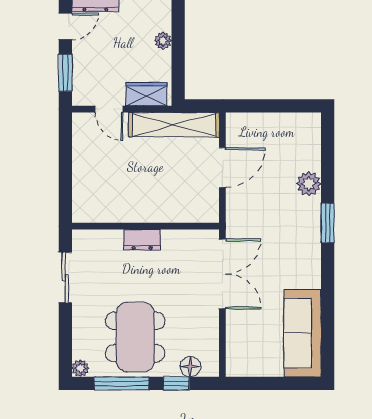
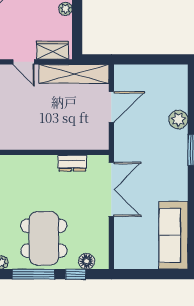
dresser: (142, 240) -> (72, 163), moved

